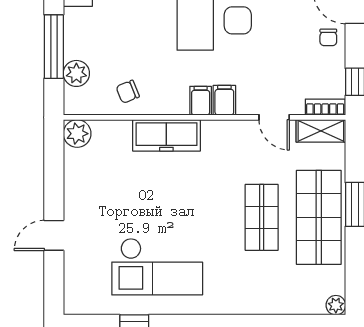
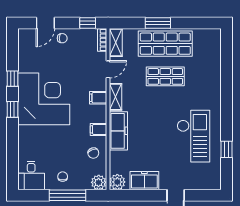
chair: (87, 38) -> (63, 177), added
plant: (76, 73) -> (99, 182), moved
filing cabinet: (201, 101) -> (98, 129), moved
shelving: (226, 130) -> (115, 97), added
freezer: (79, 181) -> (144, 181), added
plant: (336, 305) -> (216, 34), removed

